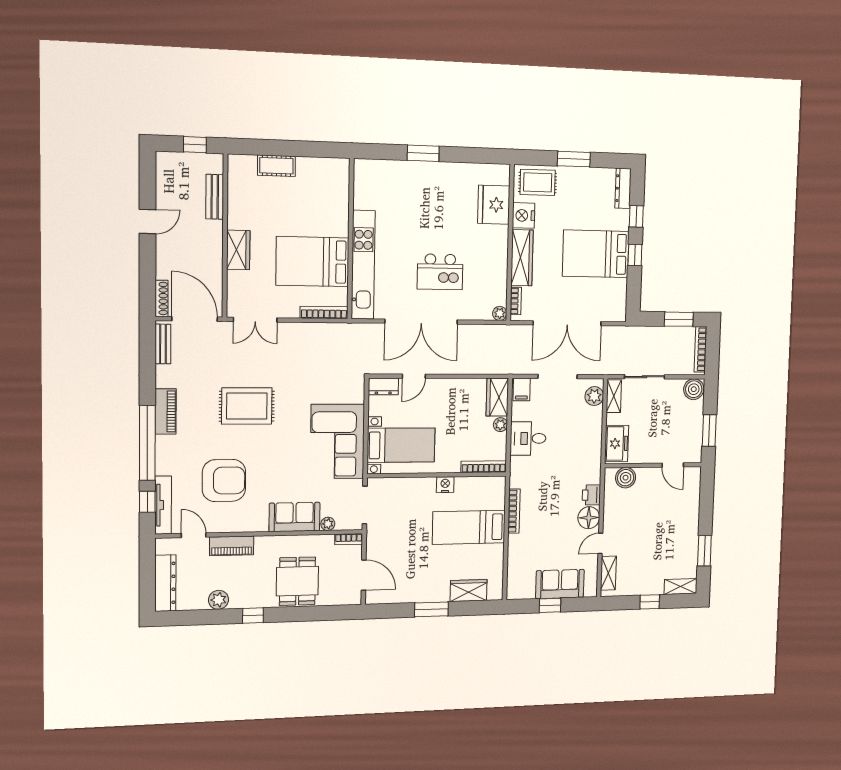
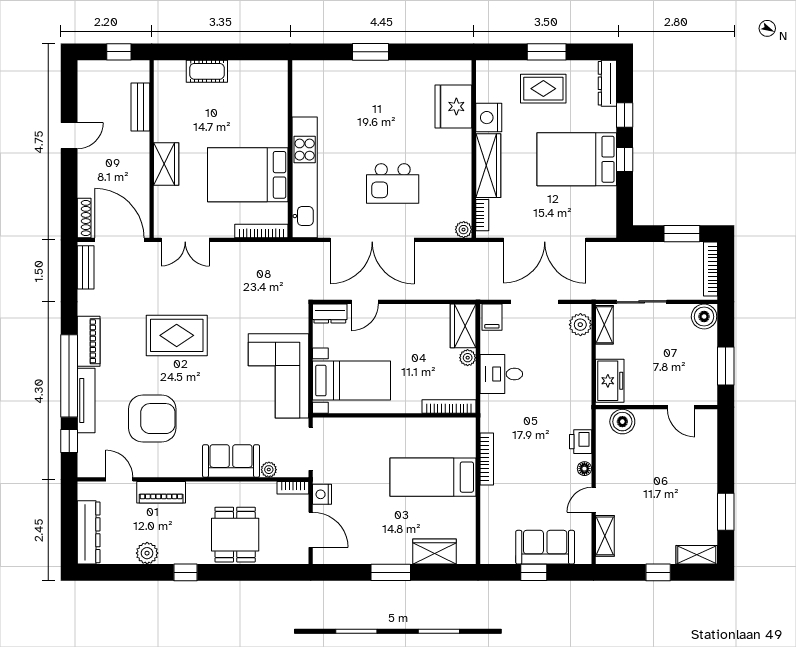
rug: (538, 182) -> (543, 89), moved
nightstand: (445, 485) -> (322, 494), moved, turned -90
tv unit: (163, 505) -> (86, 401), moved
floor lamp: (589, 518) -> (584, 469), width x0.53, depth x0.53

